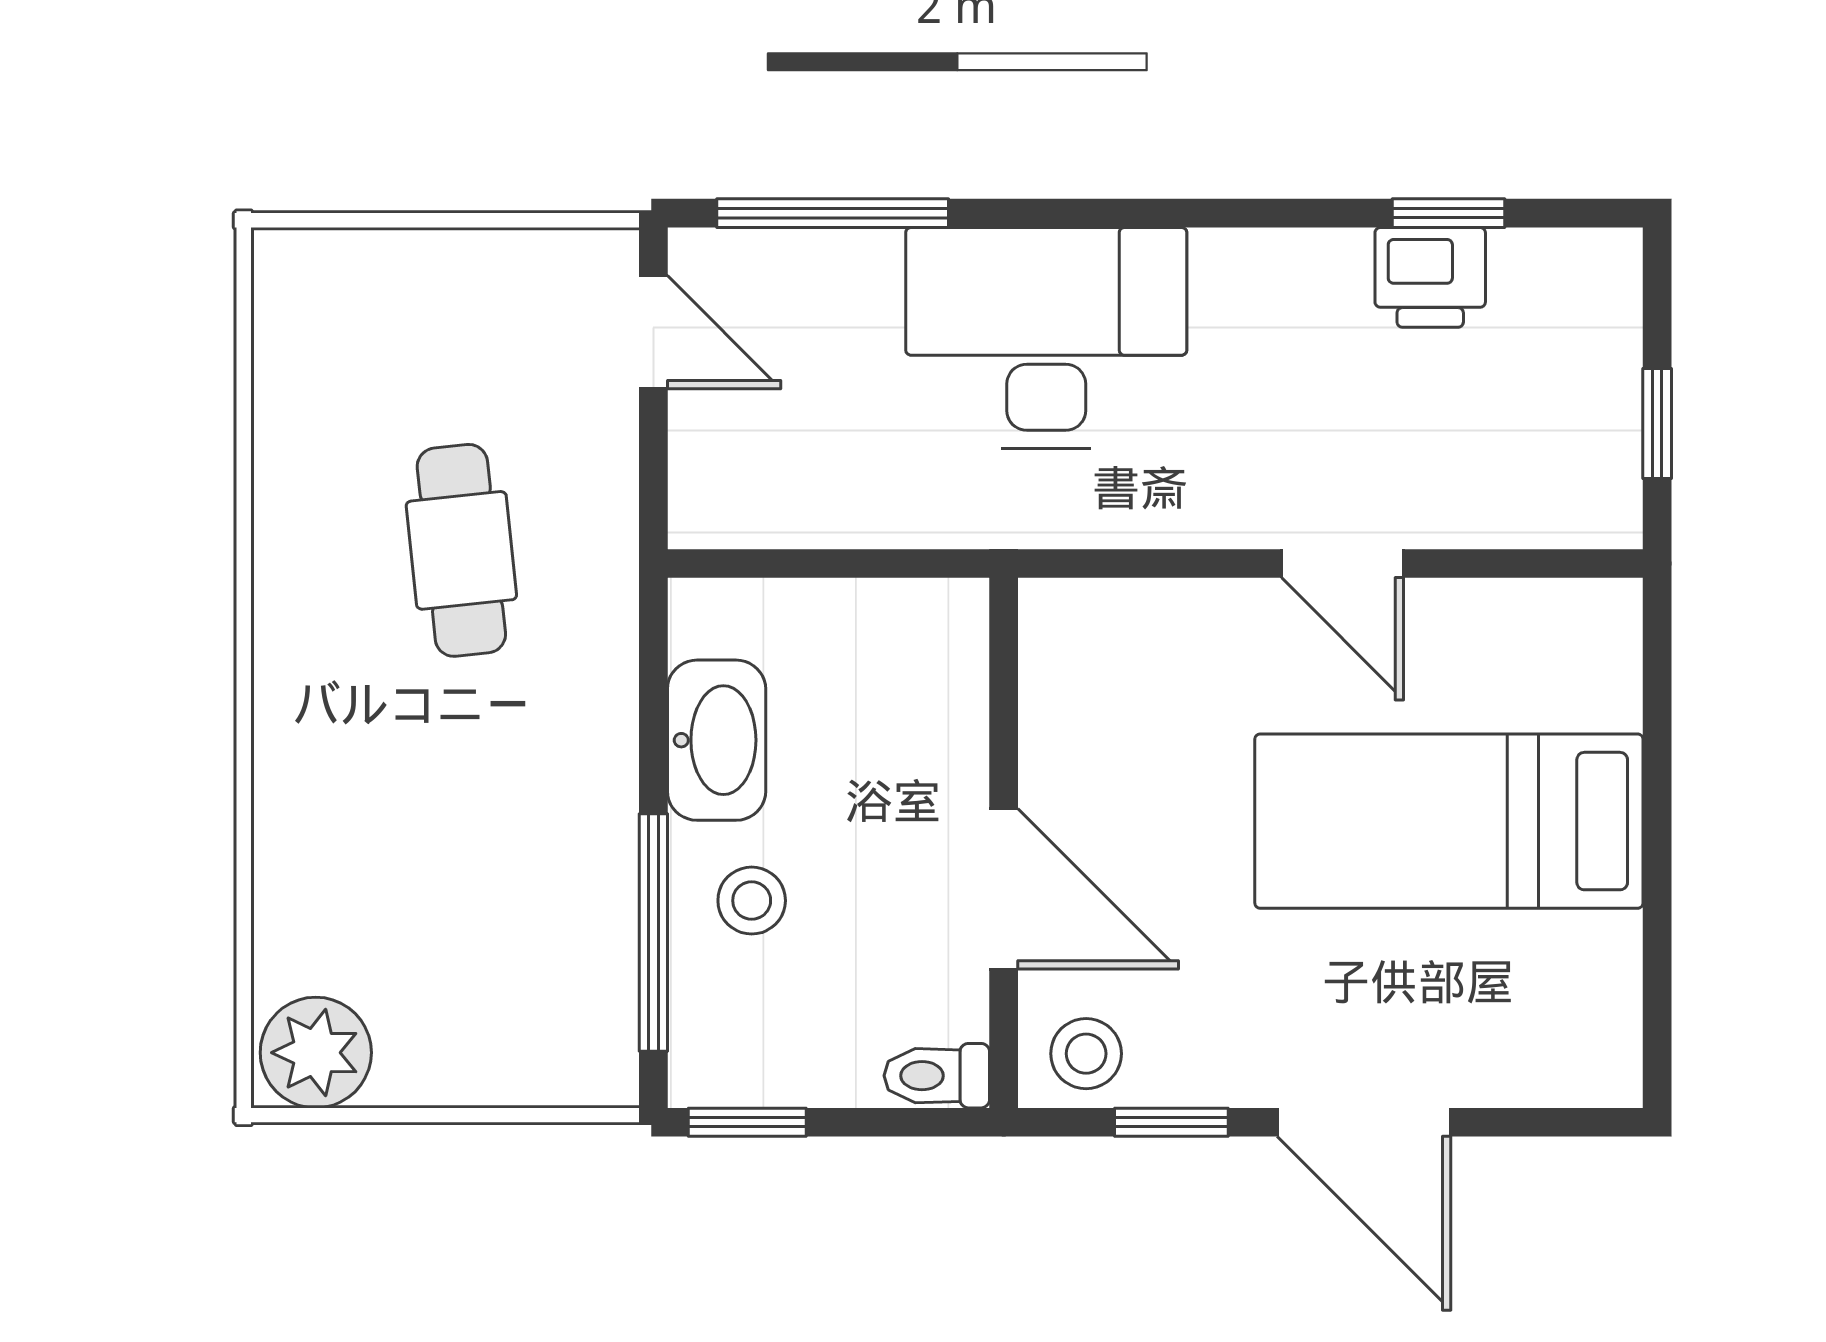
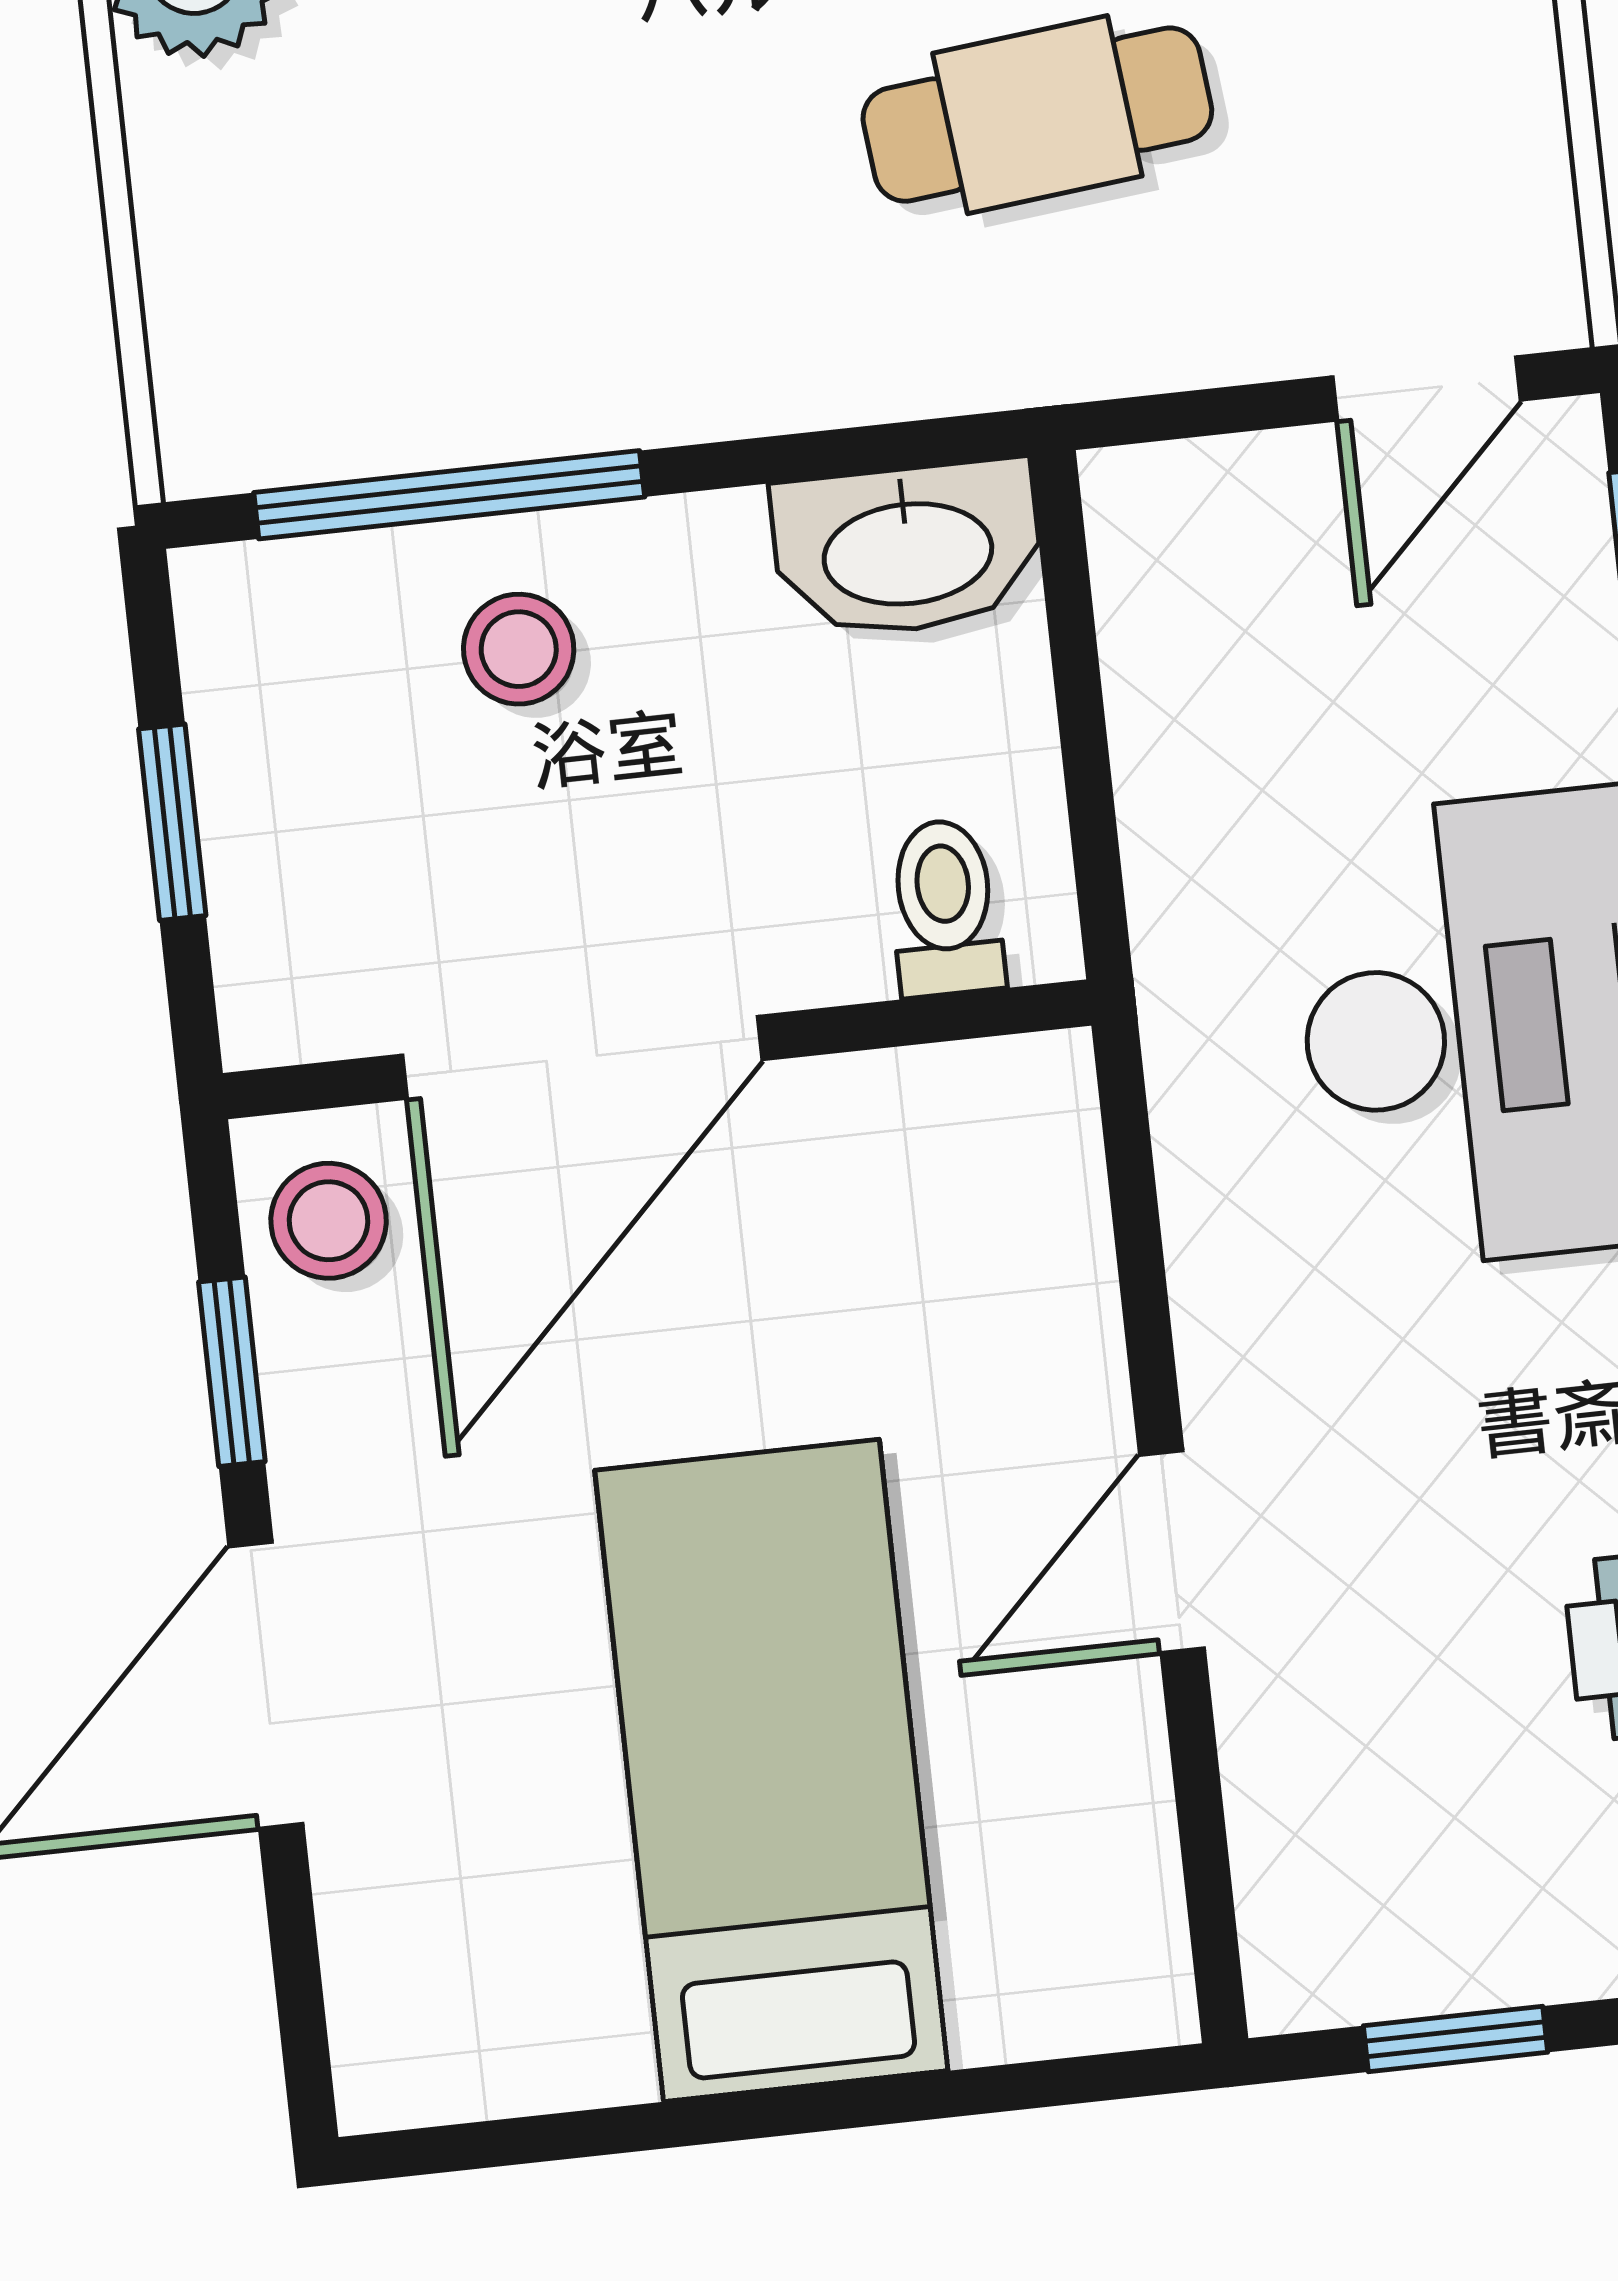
washbasin: (717, 740) -> (907, 549), moved
door: (1004, 889) -> (582, 1057), width x1.36
toilet: (937, 1076) -> (945, 908), moved
window: (747, 1122) -> (172, 822), moved

